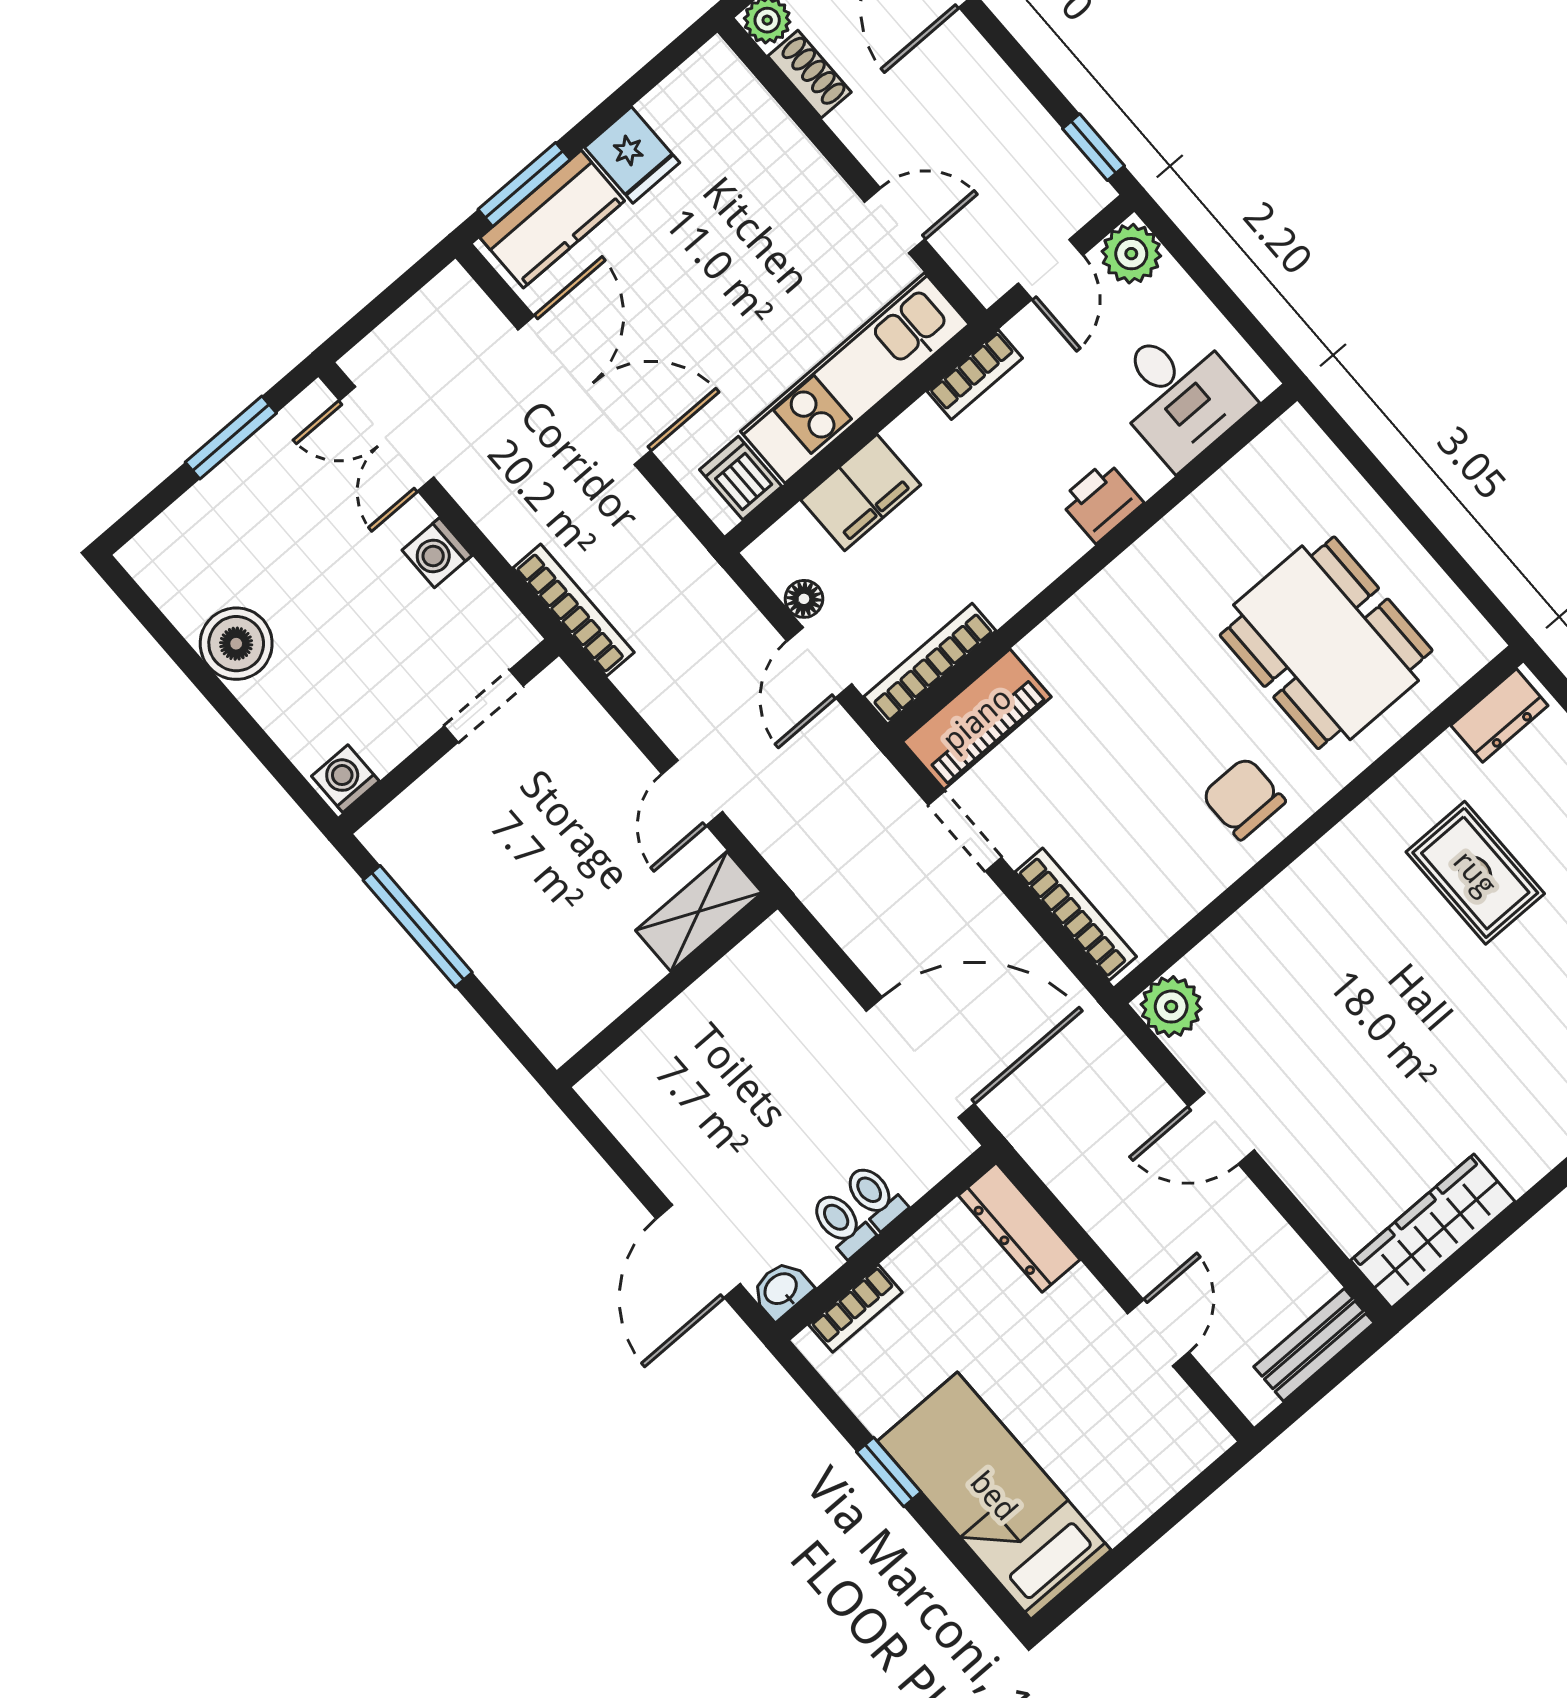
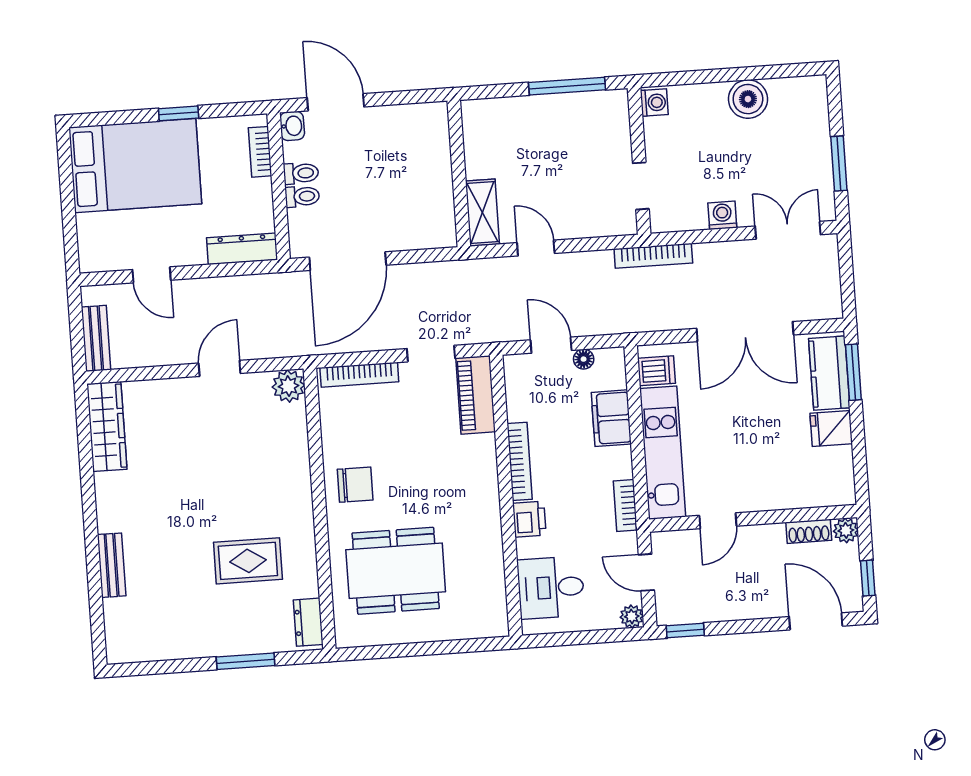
plant: (1131, 254) -> (632, 616), width x0.73, depth x0.73
bookcase: (930, 664) -> (520, 461), moved
bed: (994, 1496) -> (135, 166), width x1.50

